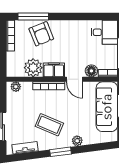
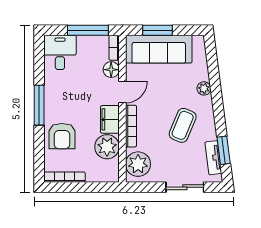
window: (33, 17) -> (39, 105), moved
armchair: (41, 34) -> (62, 136), turned 112
plant: (16, 87) -> (138, 164), width x1.87, depth x1.87
window: (60, 152) -> (224, 150), moved

